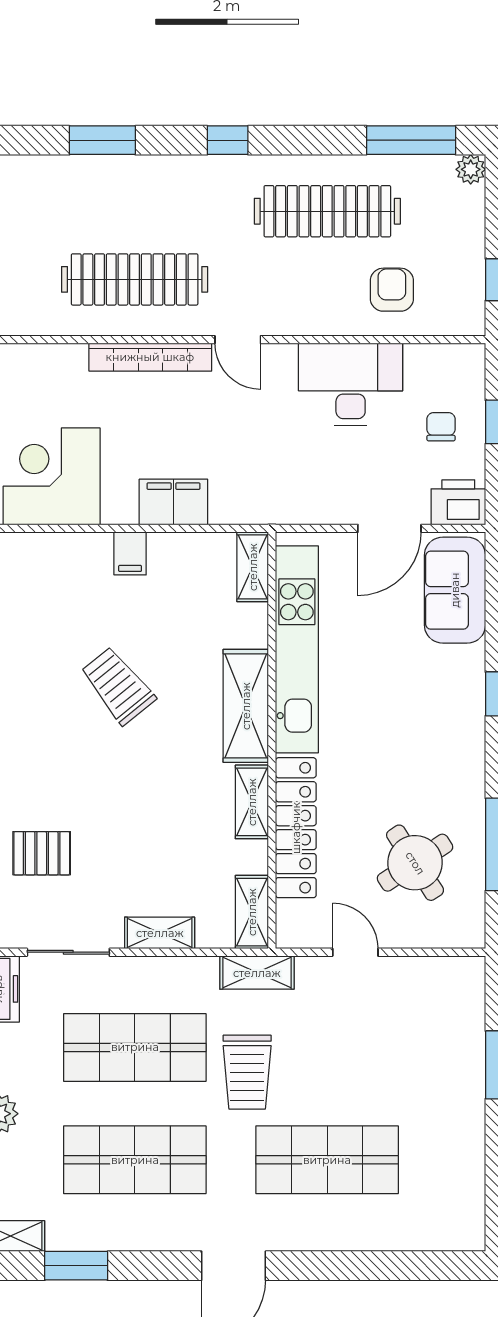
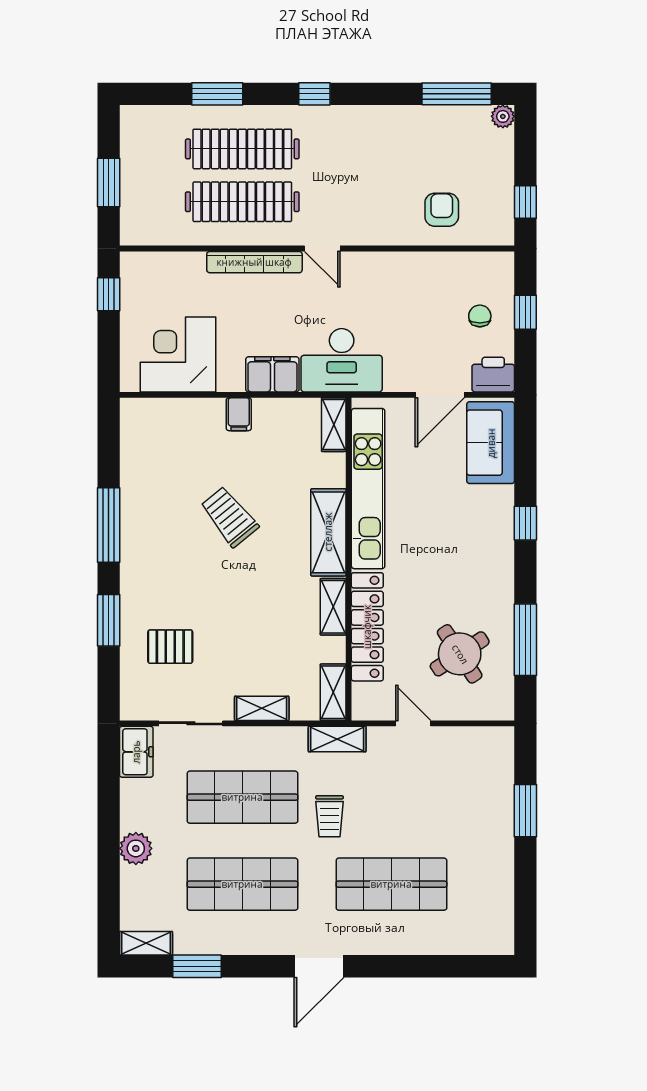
clothes rail: (327, 211) -> (242, 149), moved
desk: (351, 384) -> (342, 360), moved, turned 180
trolley: (247, 1072) -> (330, 816), width x0.73, depth x0.72

